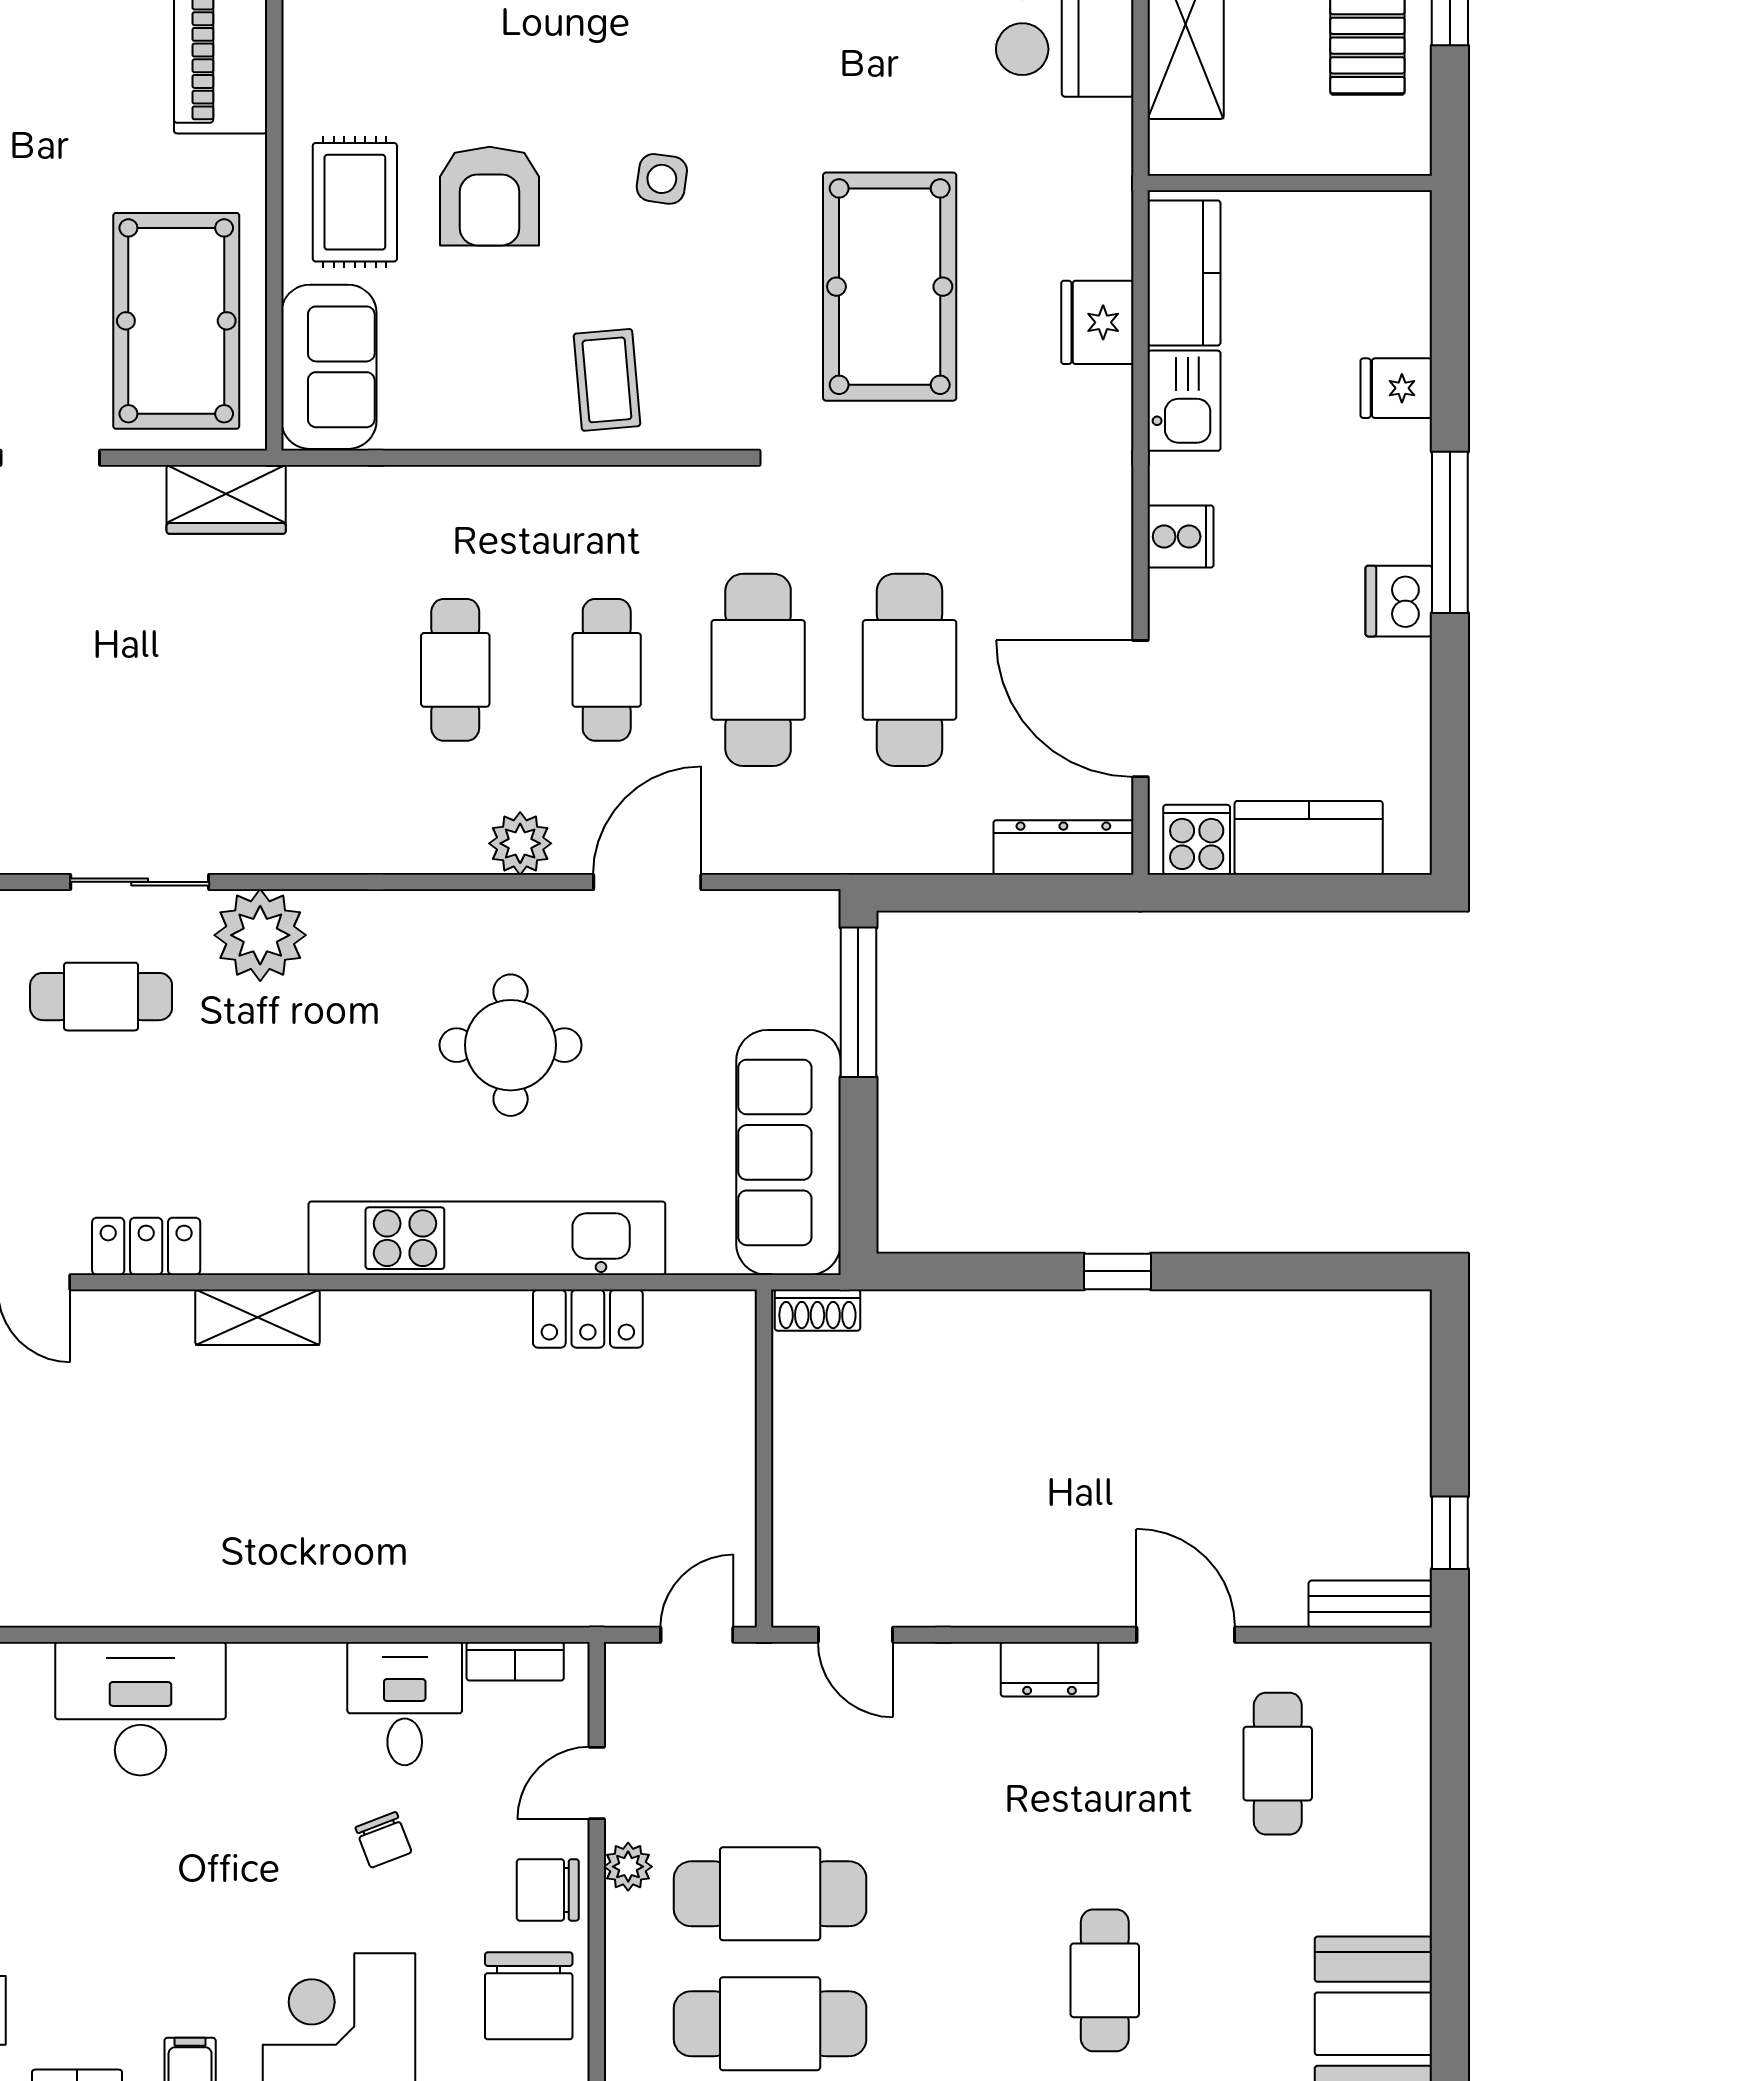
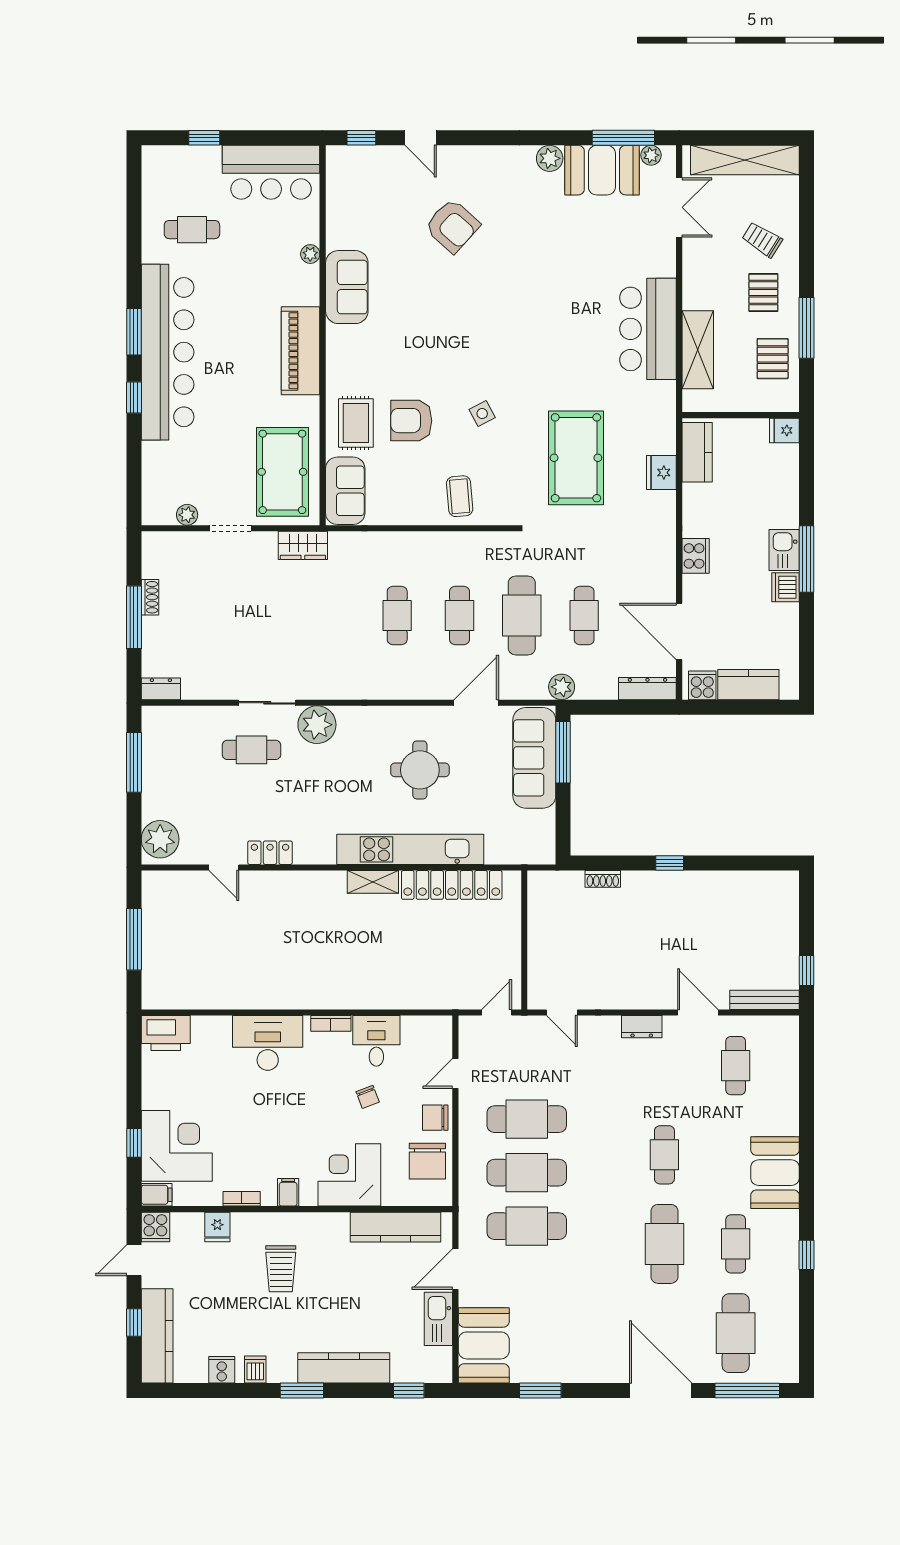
side table: (662, 179) -> (482, 413), turned -36
armchair: (490, 196) -> (411, 421), turned 90
fridge: (1396, 388) -> (784, 430), moved
kitchen sink: (1184, 401) -> (784, 550), moved, turned 180
cooker: (1181, 537) -> (696, 556), width x1.36
cafe table: (910, 670) -> (584, 615), width x0.73, depth x0.74
plant: (520, 843) -> (562, 687), moved
sofa: (788, 1152) -> (534, 758), moved
shoe rack: (817, 1310) -> (603, 879), moved
shelving: (257, 1317) -> (373, 882), moved
locker: (588, 1319) -> (452, 885), width x2.16, depth x1.21
bench: (1370, 1604) -> (765, 1000), width x1.36
bookcase: (515, 1661) -> (331, 1023), moved
plant: (628, 1867) -> (468, 1108), removed

